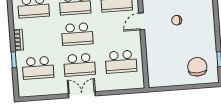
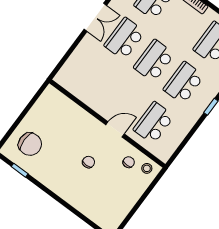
door: (142, 21) -> (115, 129), hinge flipped
school desk: (121, 62) -> (95, 79), removed

